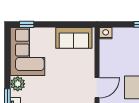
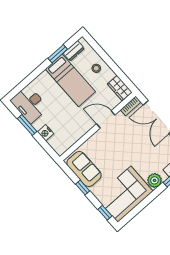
window: (61, 24) -> (83, 187), added
nightstand: (106, 33) -> (46, 133), moved

